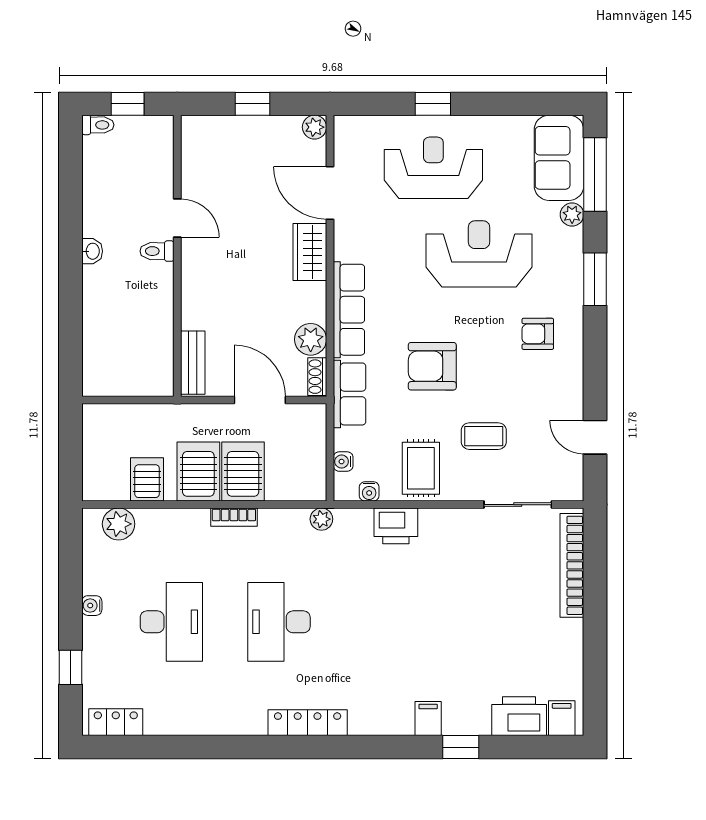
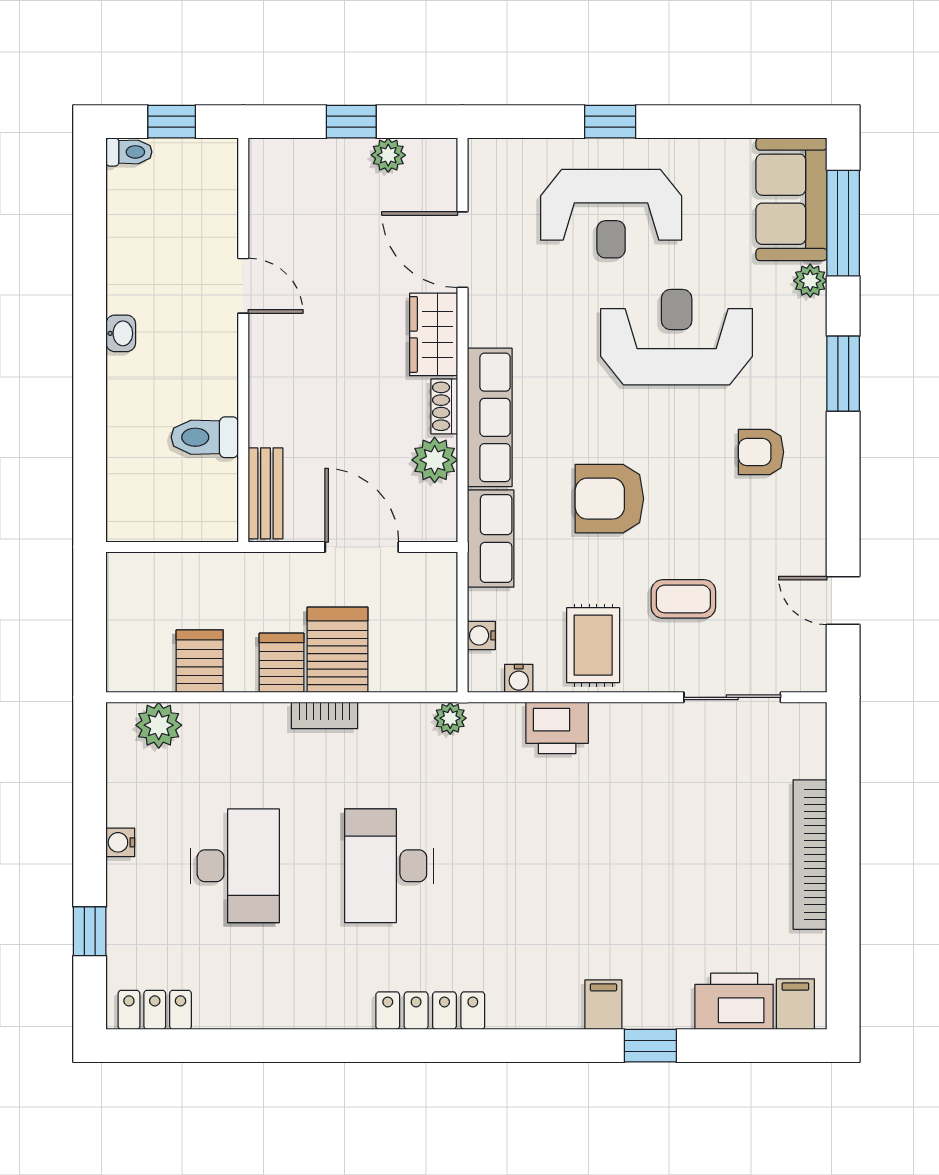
plant: (315, 127) -> (388, 155), moved
reception desk: (433, 168) -> (611, 214), turned 180
toilet: (157, 251) -> (205, 437), moved, width x1.37, depth x1.39
shoe rack: (317, 377) -> (444, 406), moved
server rack: (198, 471) -> (281, 663), width x0.73, depth x0.70
bookcase: (572, 565) -> (810, 855), moved

